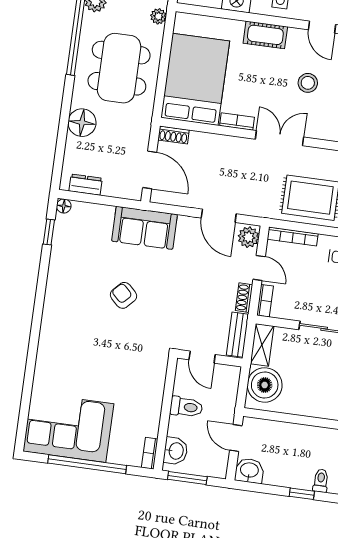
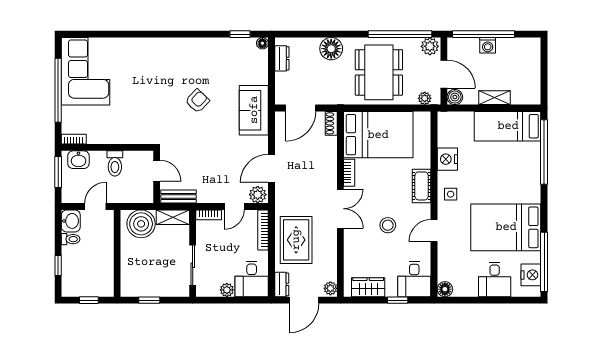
dining table: (119, 68) -> (379, 72), turned 90
shoe rack: (244, 298) -> (209, 198), removed
door: (202, 357) -> (157, 171), swing flipped
toilet: (321, 481) -> (71, 239), moved

